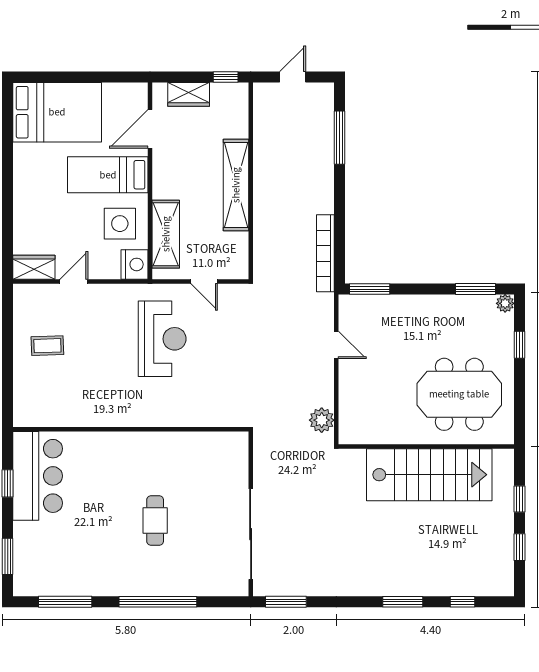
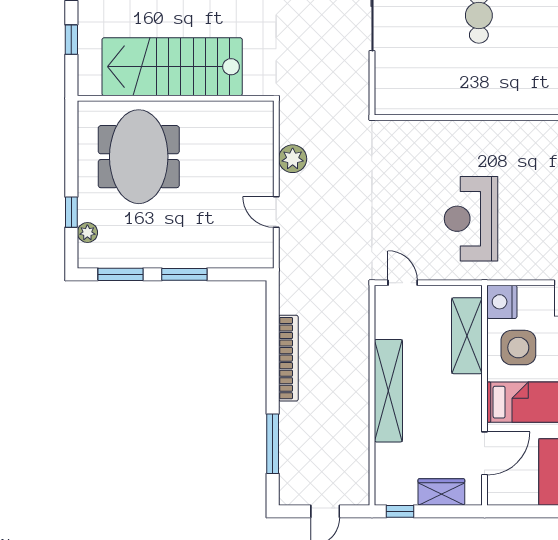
bookcase: (325, 253) -> (288, 358), moved
door: (204, 282) -> (403, 283), moved
window: (370, 289) -> (184, 274), moved
plant: (505, 303) -> (87, 233), moved
meeting table: (459, 394) -> (139, 157), turned 90
plant: (322, 420) -> (293, 159), moved

